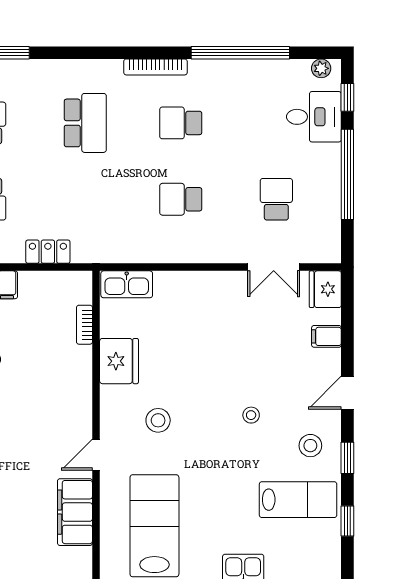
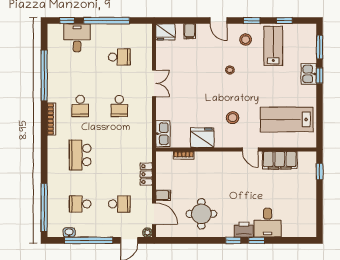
plant: (321, 68) -> (52, 34), removed
school desk: (85, 123) -> (80, 155), turned -90
school desk: (276, 199) -> (119, 57), turned 180
double door: (274, 267) -> (154, 83), moved

